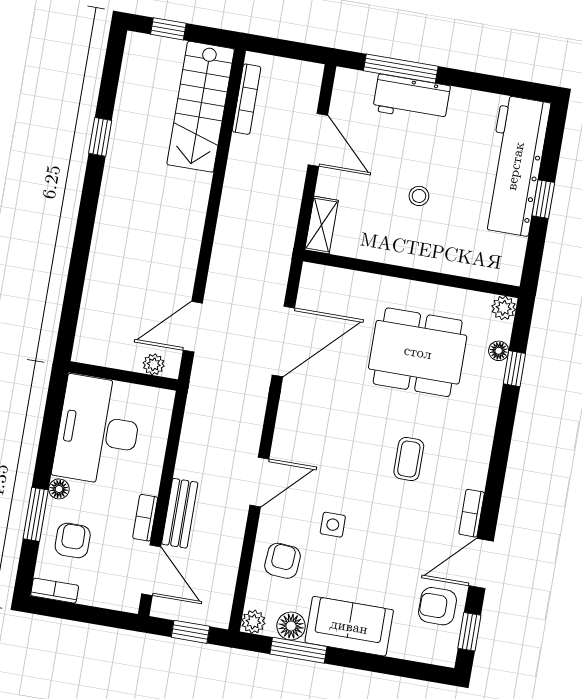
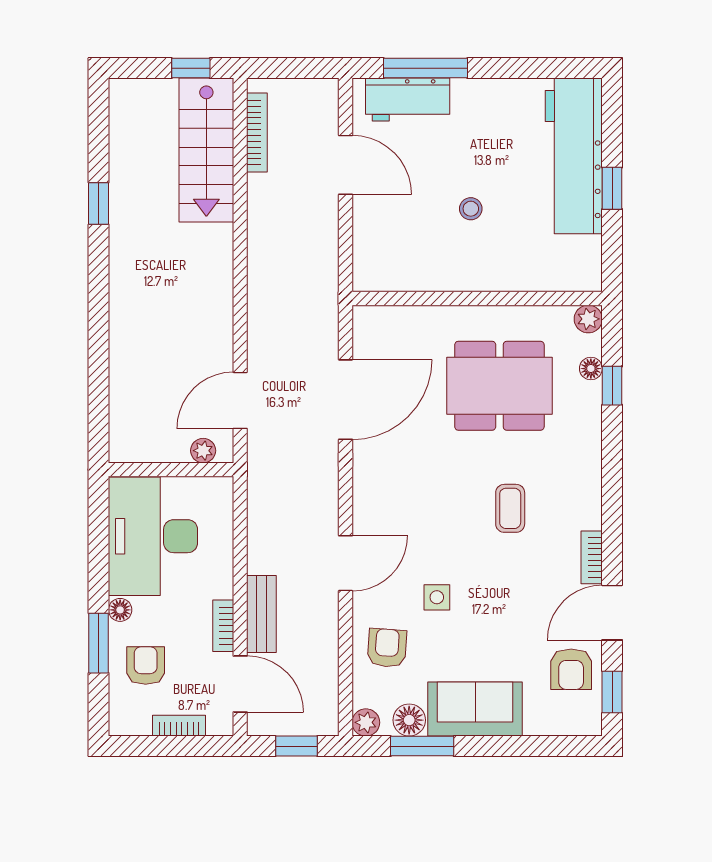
window: (168, 29) -> (191, 68), moved
workbench: (411, 98) -> (408, 100), moved
shelving: (322, 225) -> (366, 260), removed
bookcase: (55, 591) -> (179, 726), moved
armchair: (437, 606) -> (571, 669), turned -90

